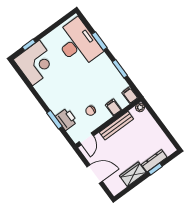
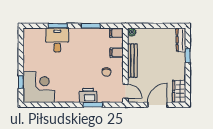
desk: (78, 43) -> (57, 40), width x0.53, depth x0.77
printer: (66, 119) -> (88, 95), moved
dresser: (154, 161) -> (181, 40), moved
wardrobe: (133, 174) -> (179, 91), moved

